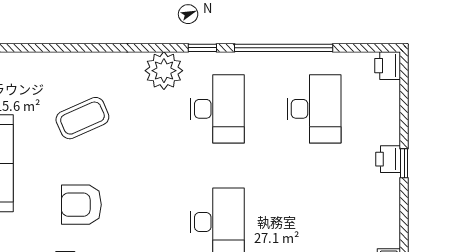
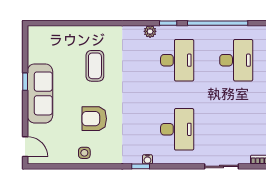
plant: (164, 71) -> (150, 31), width x0.53, depth x0.53
coffee table: (82, 118) -> (95, 66), turned -66

